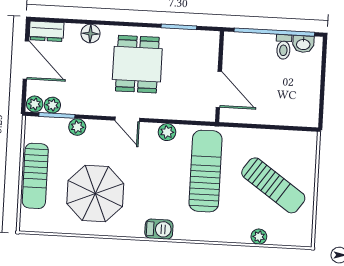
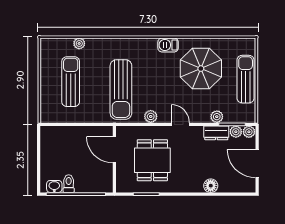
dresser: (46, 31) -> (216, 133), moved, turned 180
dining table: (137, 64) -> (152, 160), moved
sun lounger: (273, 185) -> (71, 82), turned 55
barbecue: (159, 229) -> (168, 45), moved

